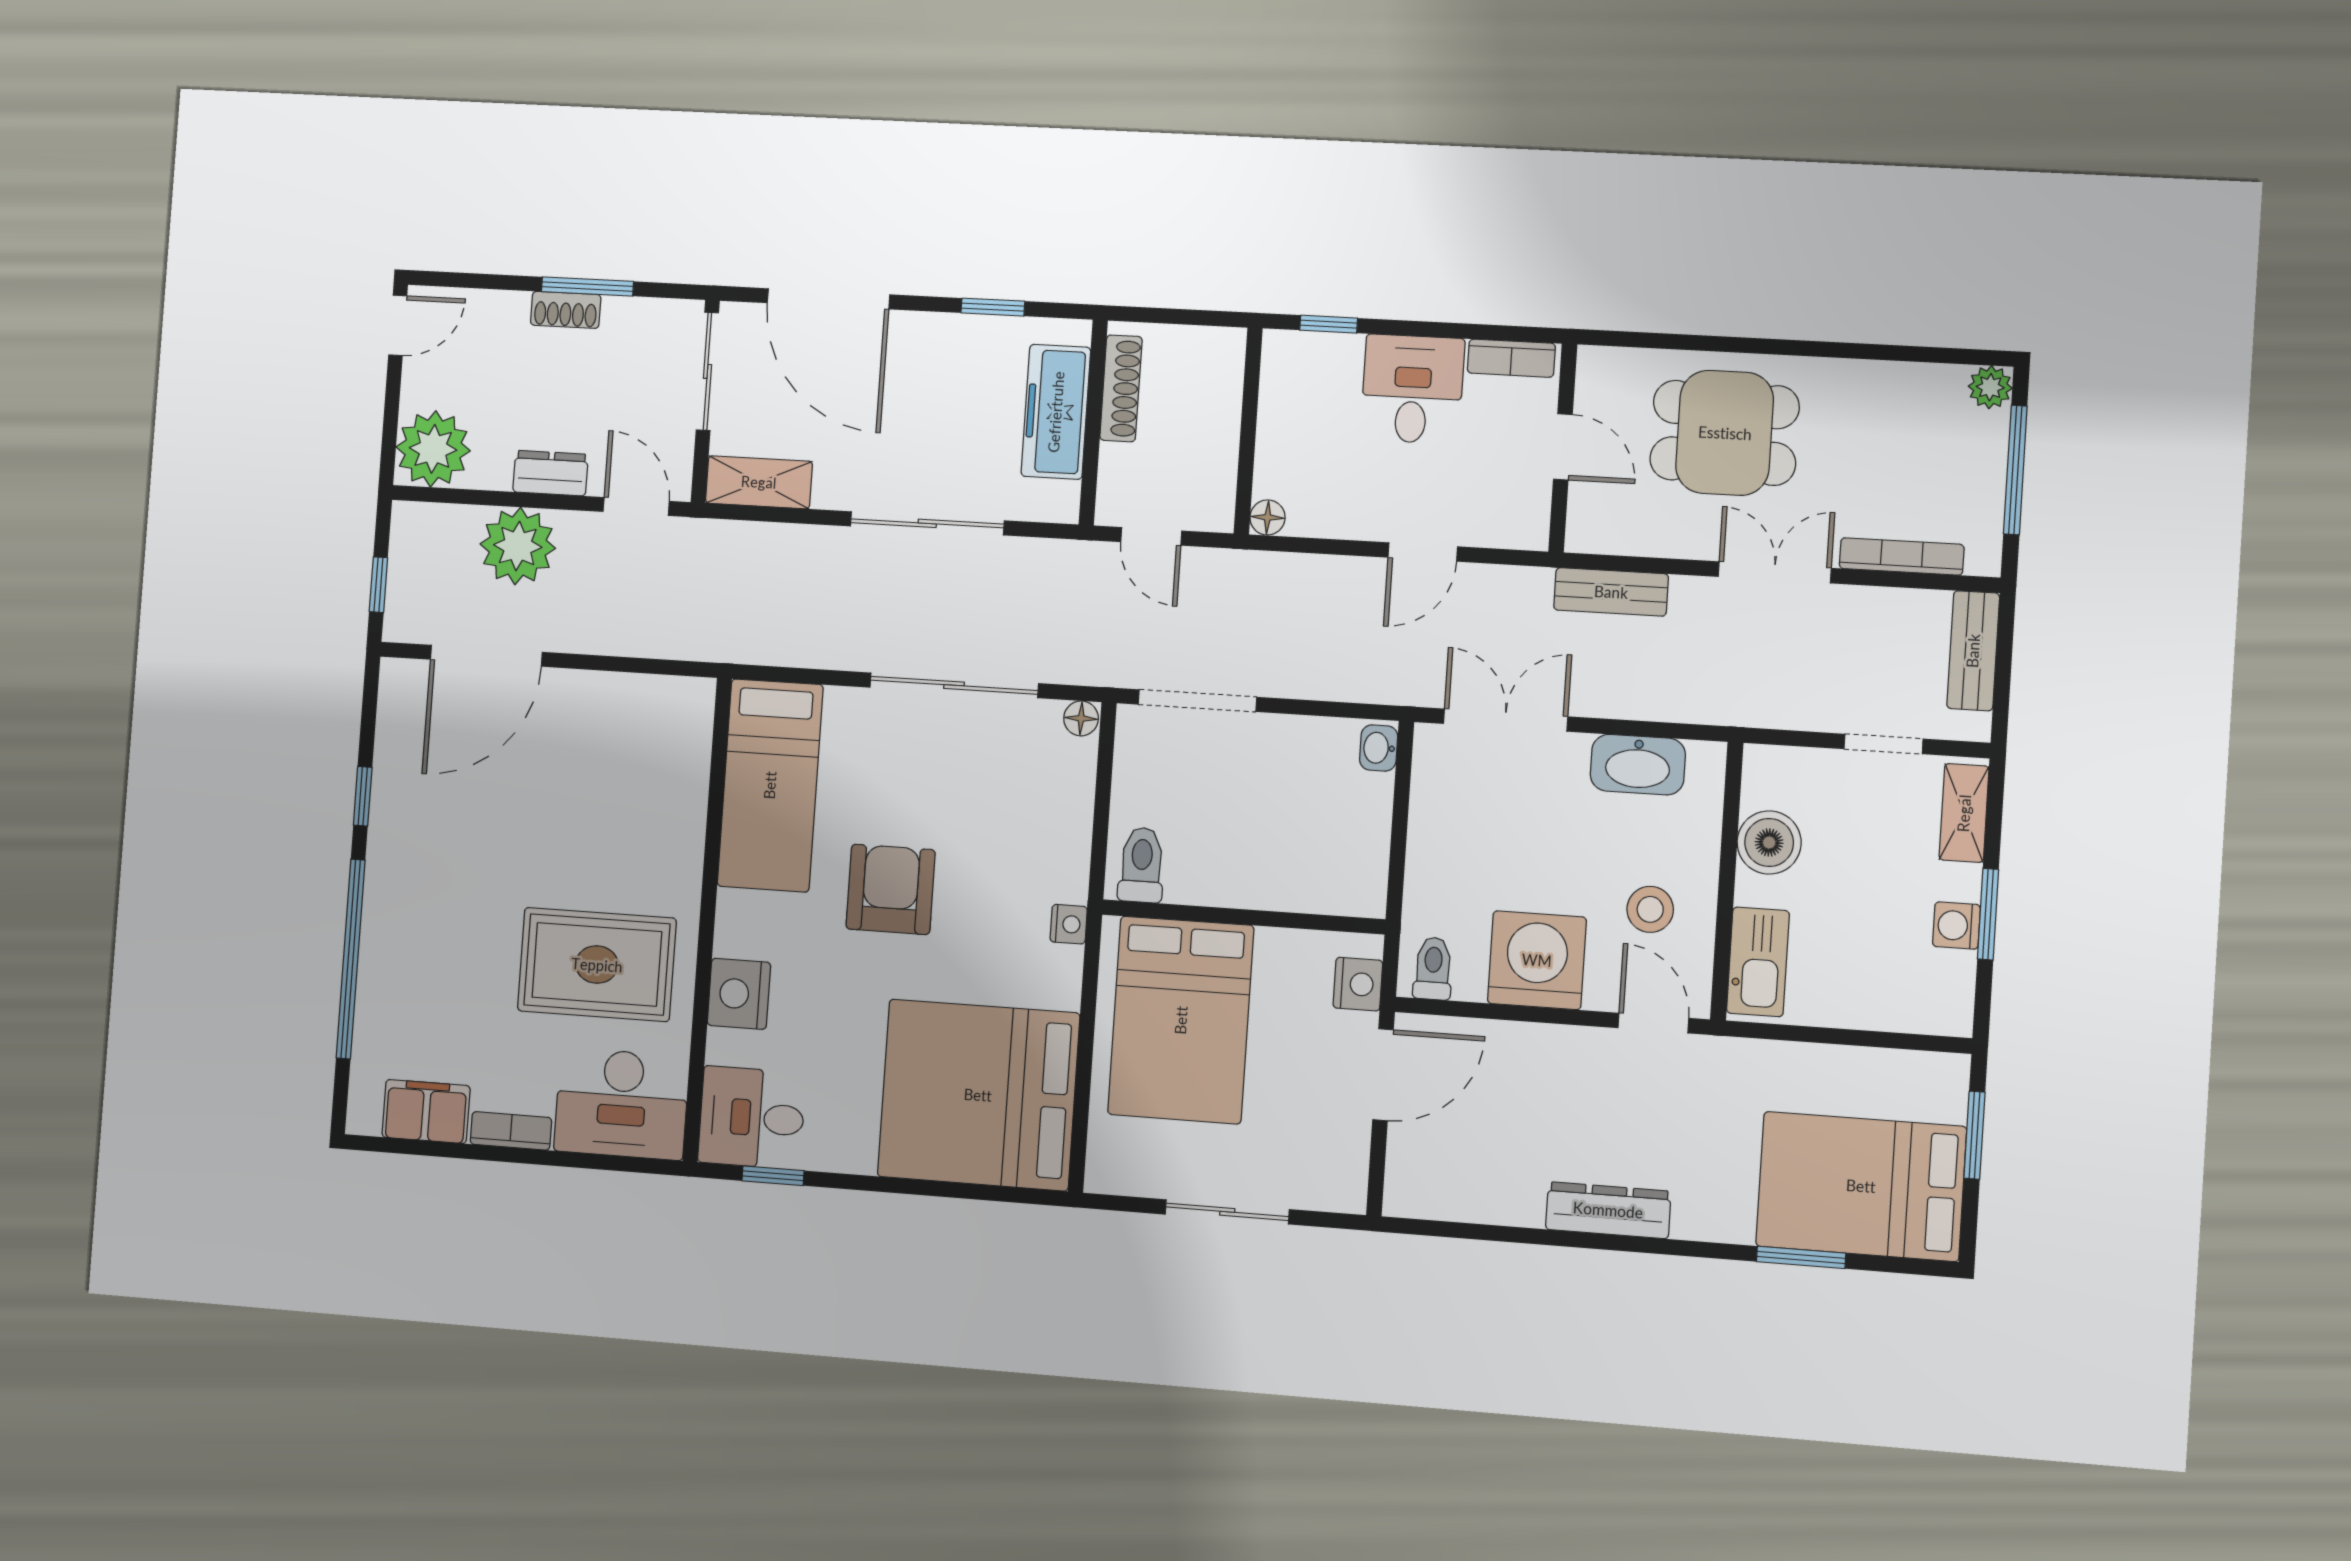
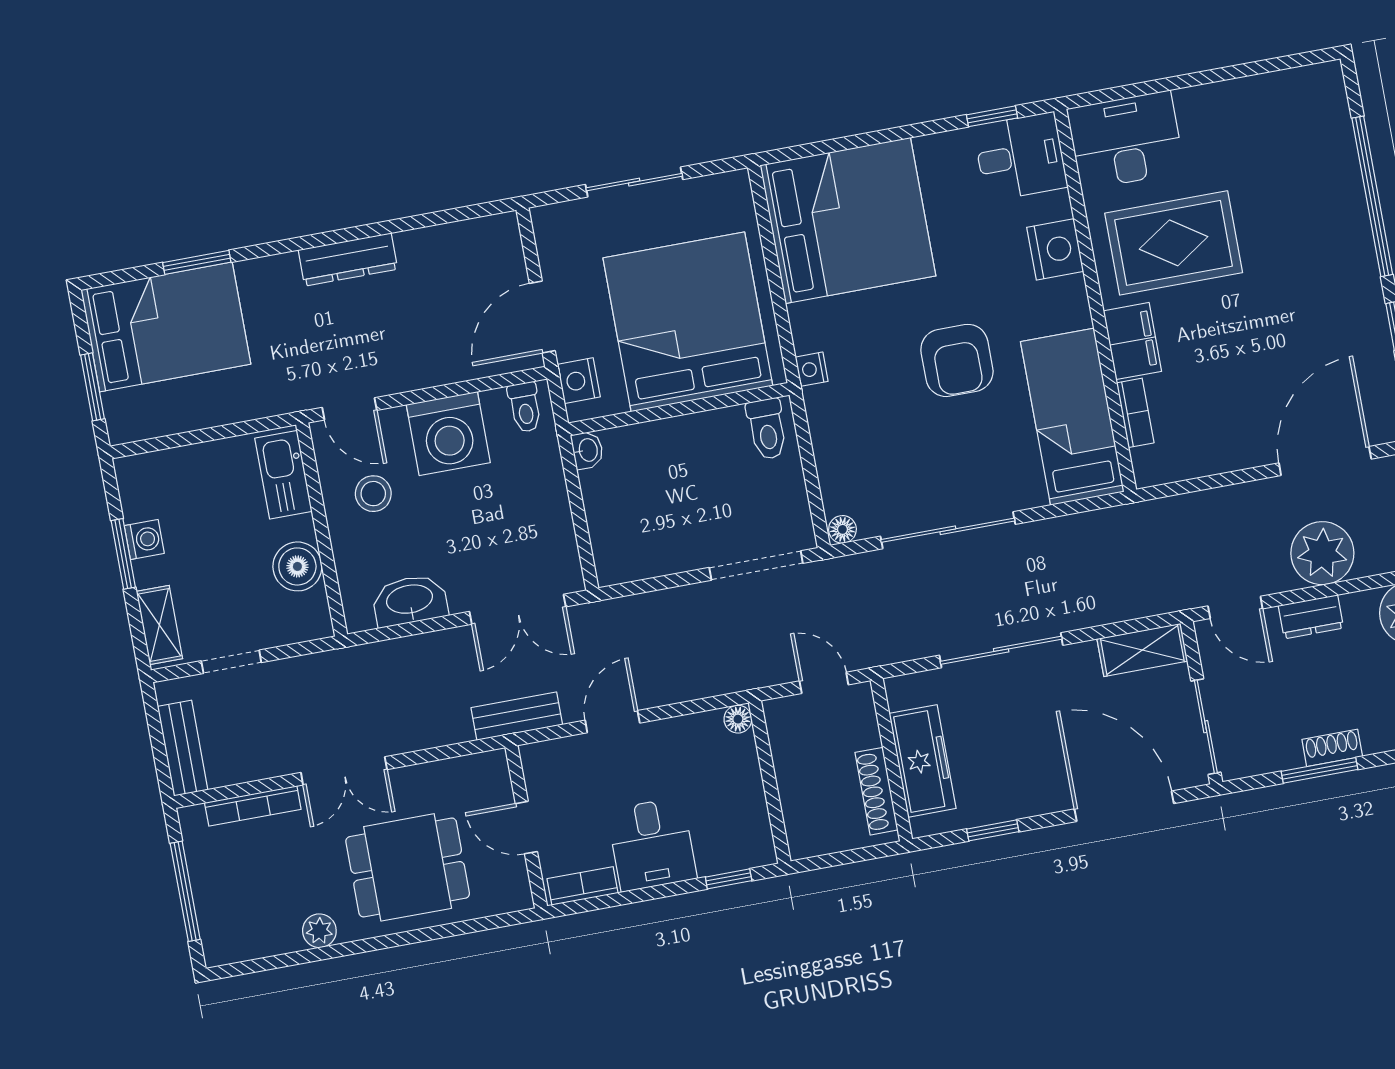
plant: (1990, 387) -> (319, 931), moved
bench: (1611, 592) -> (517, 716), moved
washbasin: (1379, 748) -> (587, 450), moved
bed: (1181, 1020) -> (688, 322), width x1.36
filing cabinet: (426, 1111) -> (1132, 341), moved, turned -90
bookcase: (511, 1131) -> (1135, 413), moved, turned -90

